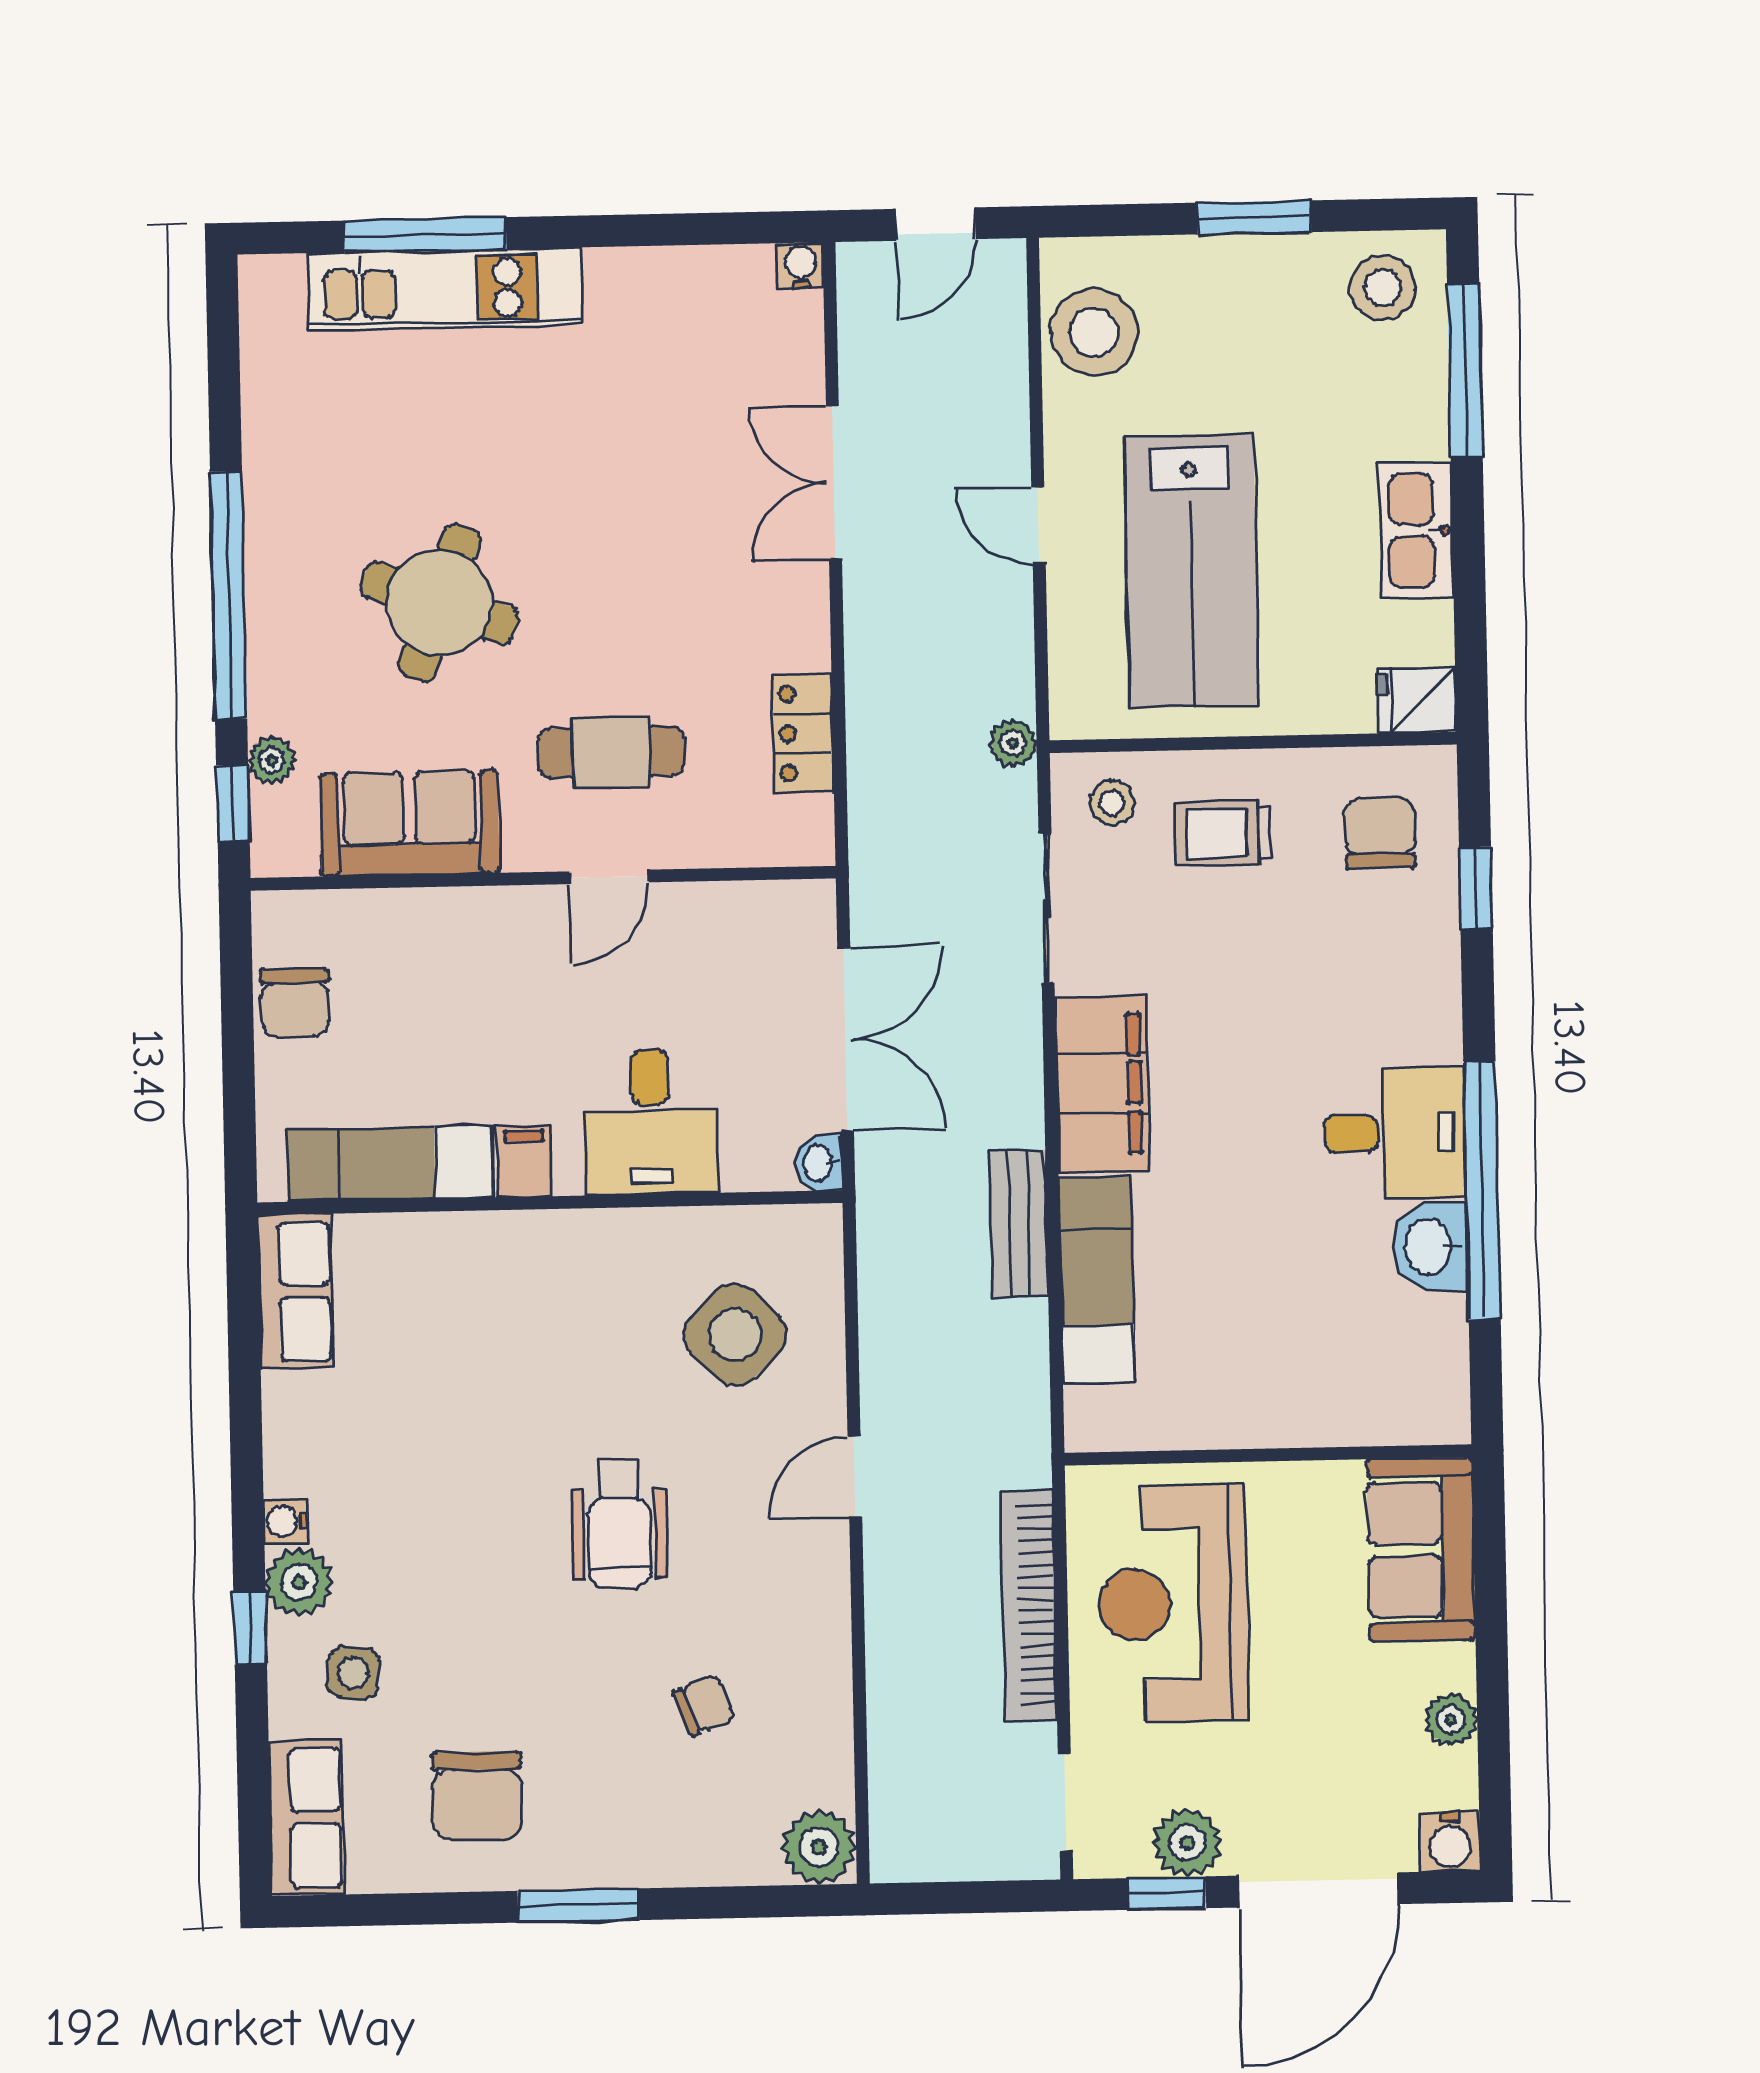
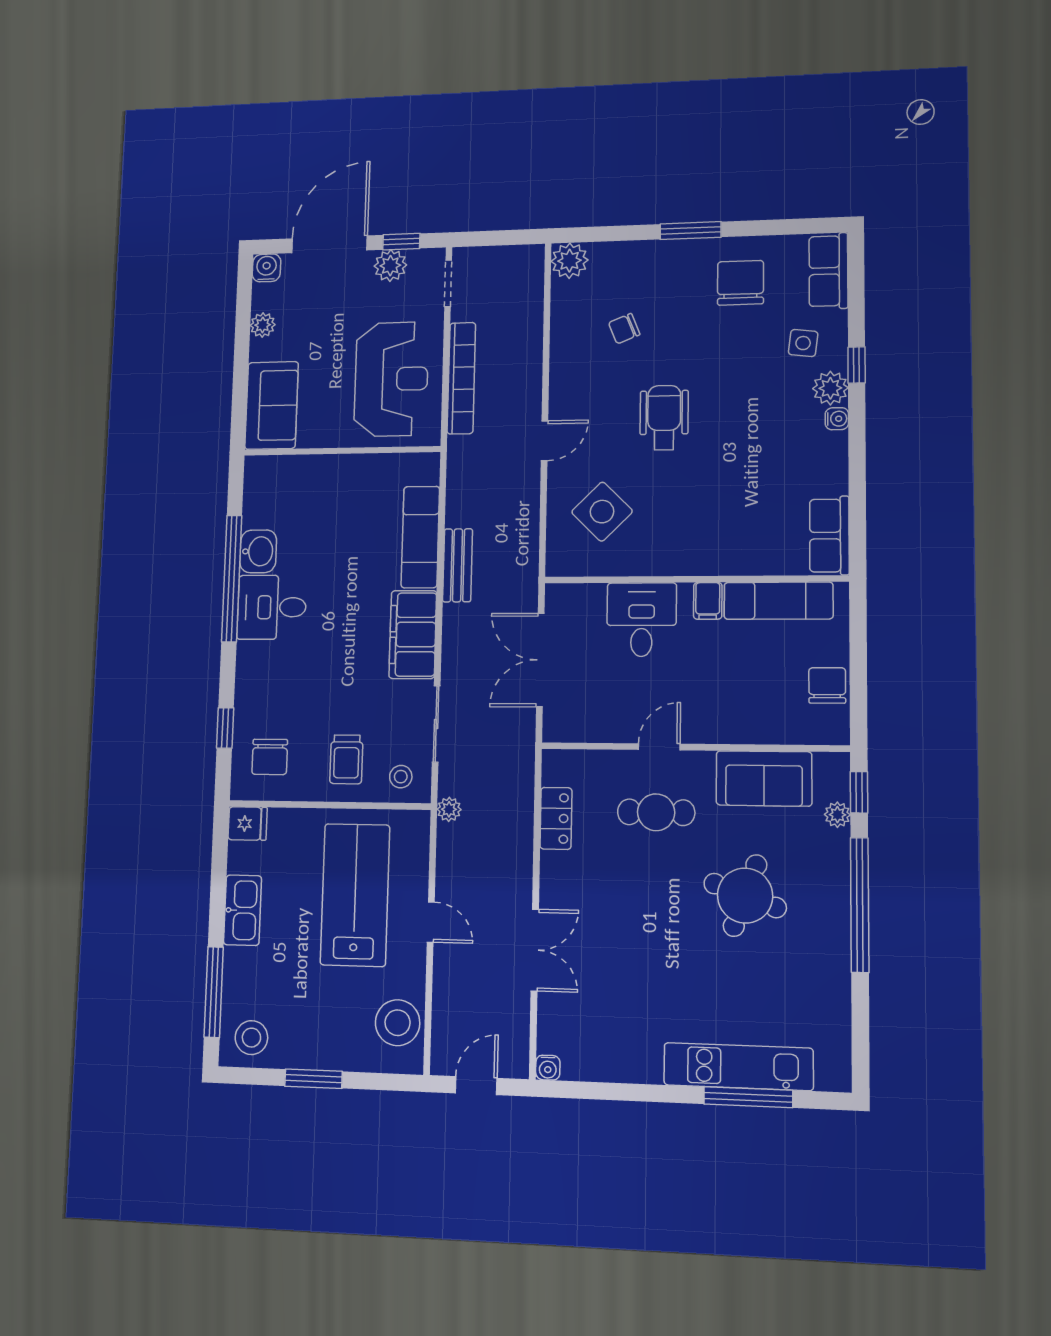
trolley: (1223, 833) -> (346, 759), turned 90
washbasin: (819, 1163) -> (556, 597), removed

